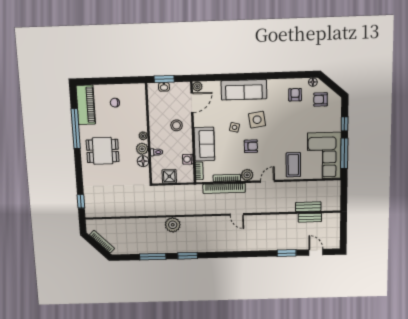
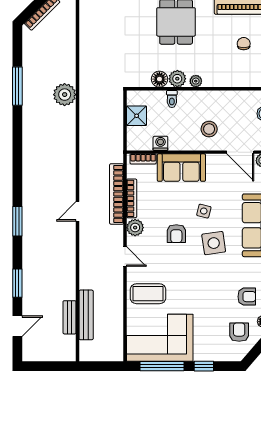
bench: (308, 207) -> (86, 315), width x1.36
plant: (173, 225) -> (65, 95), moved
window: (188, 256) -> (17, 221), moved

